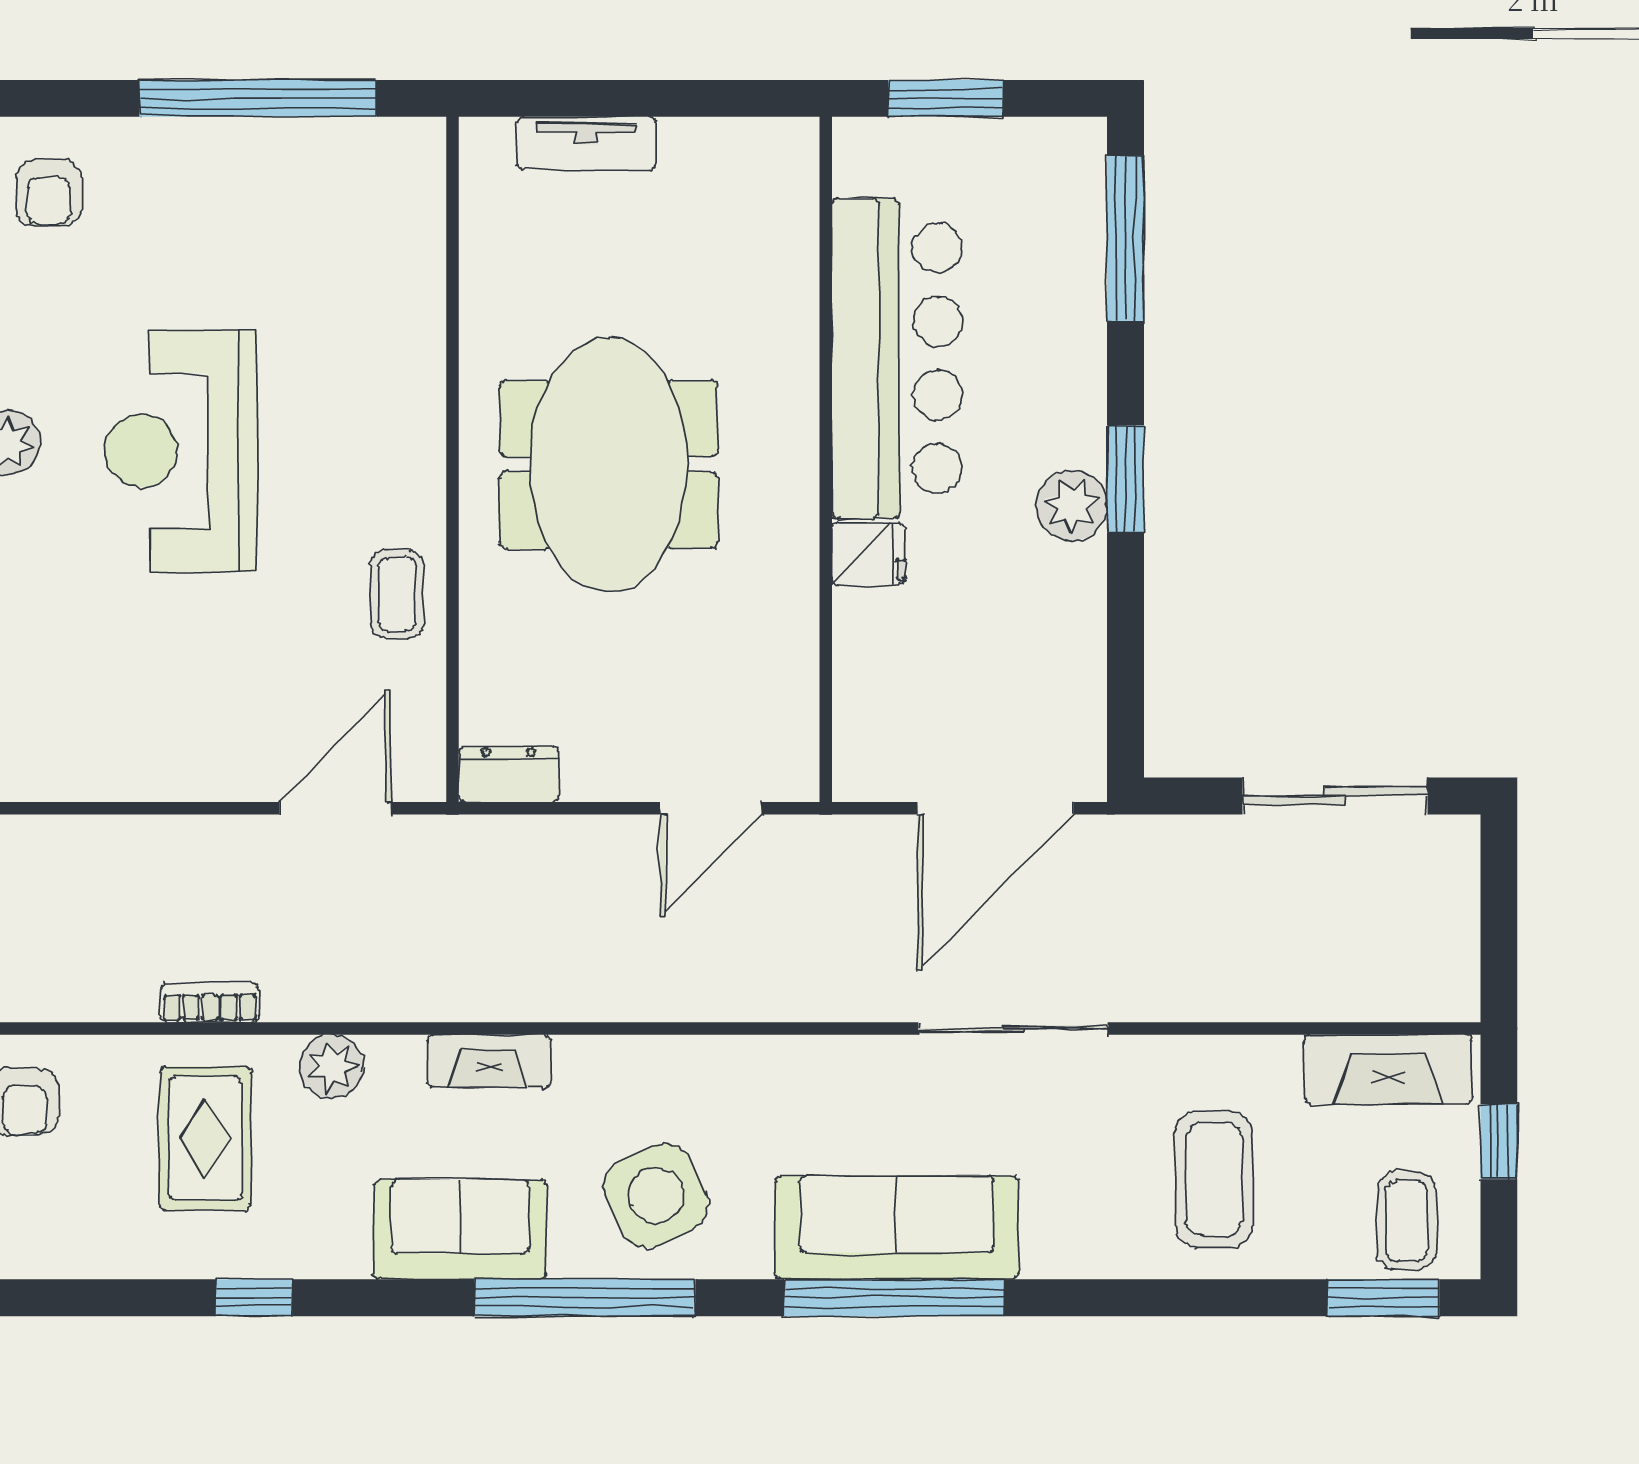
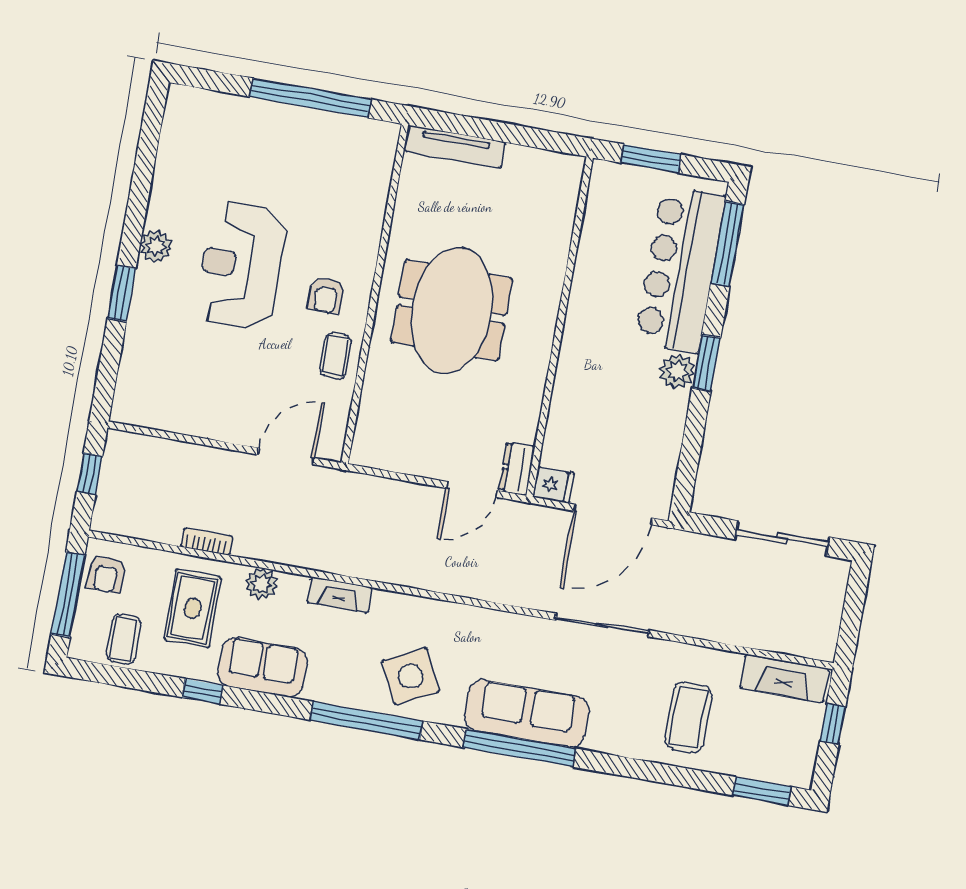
tv unit: (587, 143) -> (455, 147), width x1.41
armchair: (49, 193) -> (326, 295), moved
bar counter: (897, 358) -> (680, 269), moved, turned 180
fridge: (869, 554) -> (553, 485), moved
dresser: (508, 774) -> (517, 469), moved, turned -90
coffee table: (1407, 1221) -> (124, 639), moved
sofa: (460, 1230) -> (262, 667), moved

